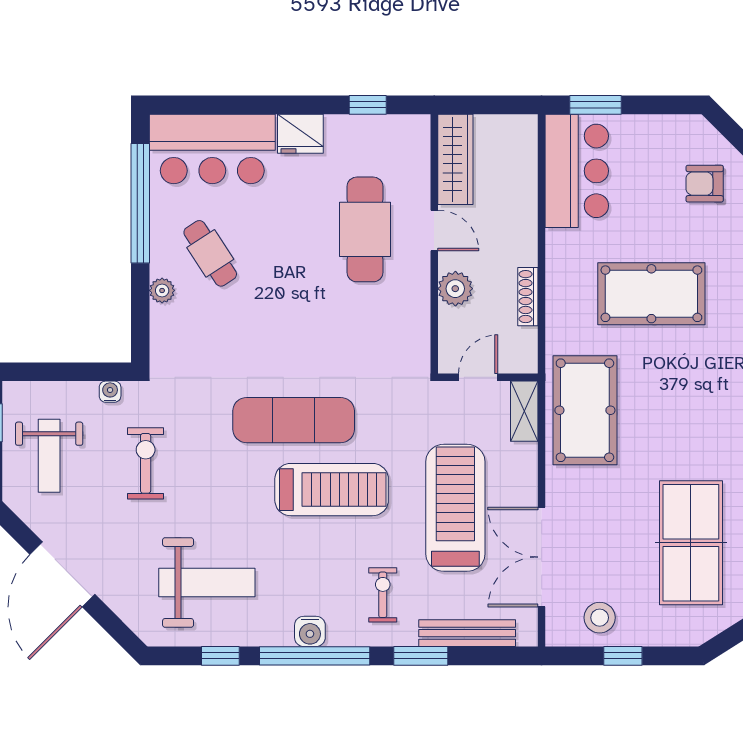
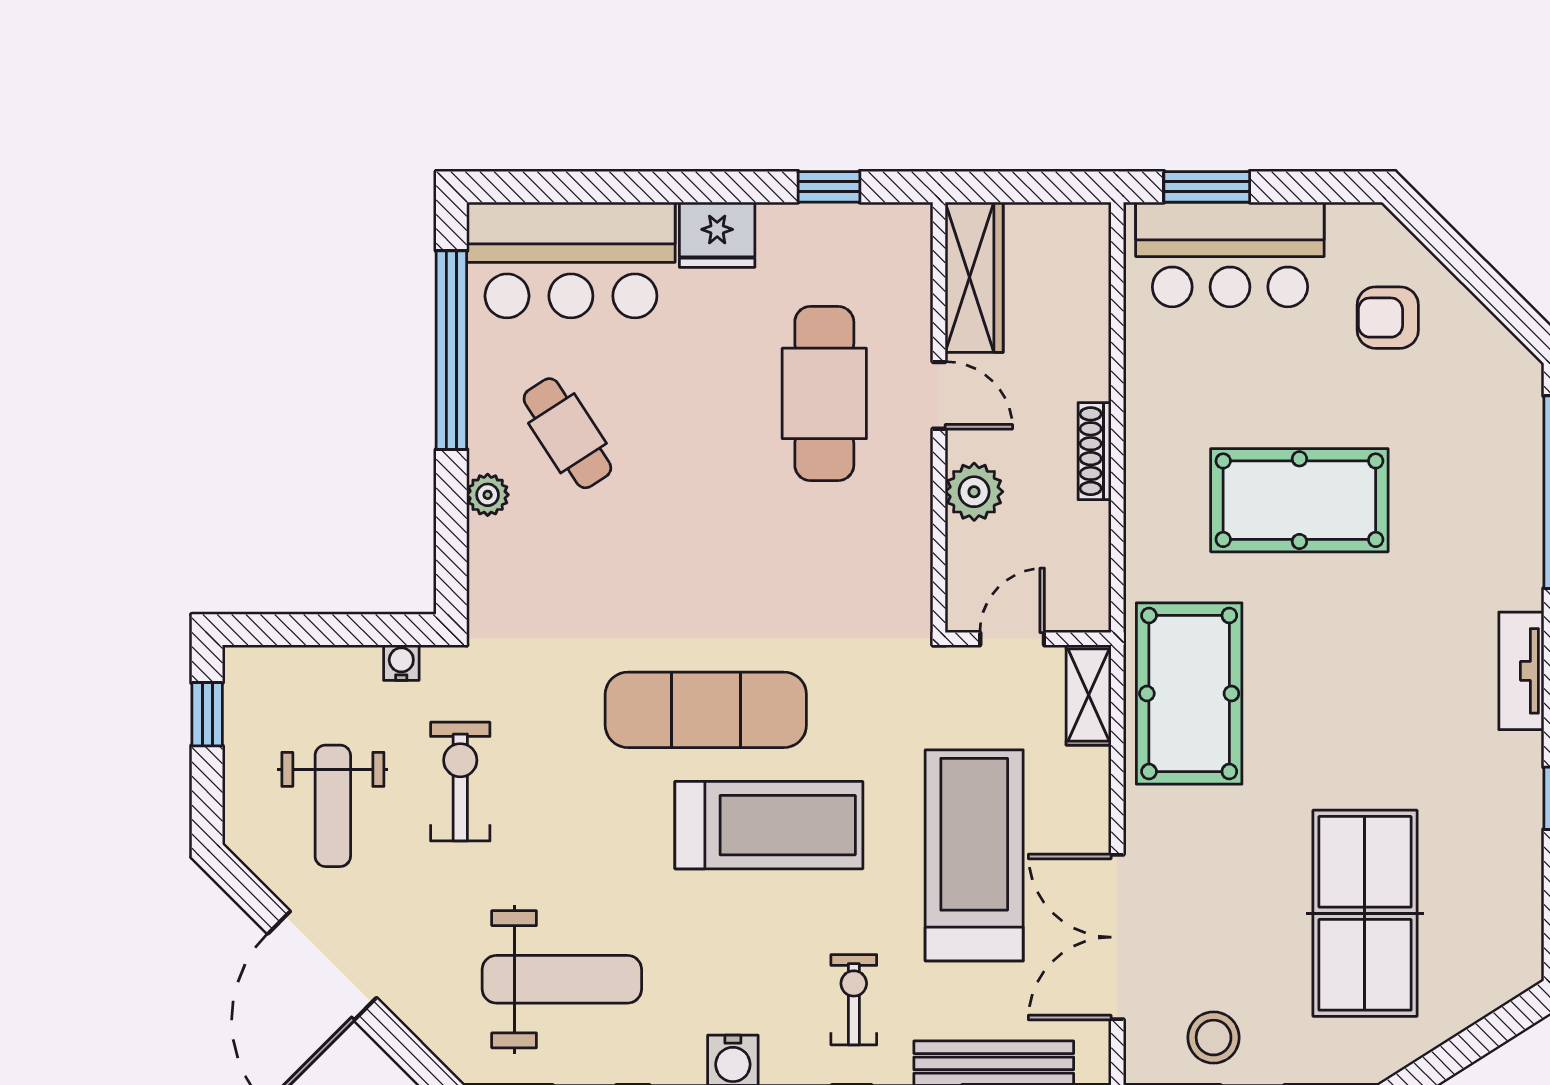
bar counter: (577, 171) -> (1230, 254), moved, turned 90
shoe rack: (528, 297) -> (1095, 451), moved
weight bench: (49, 456) -> (333, 806), moved

